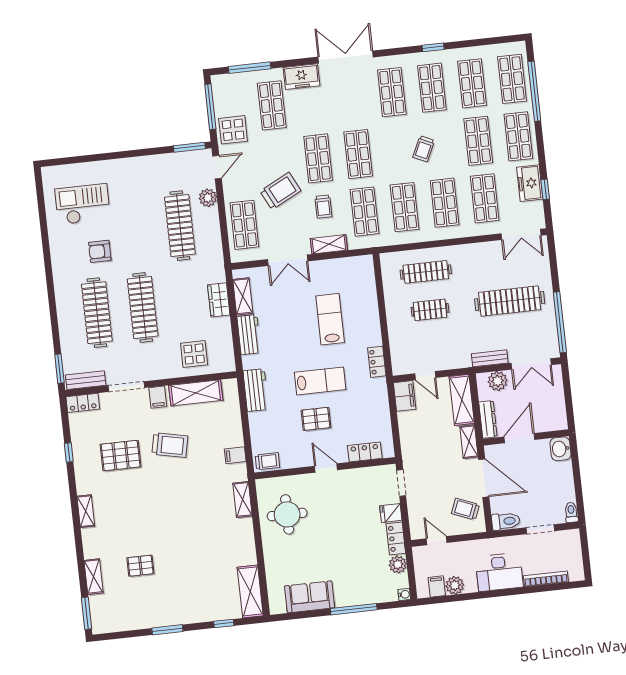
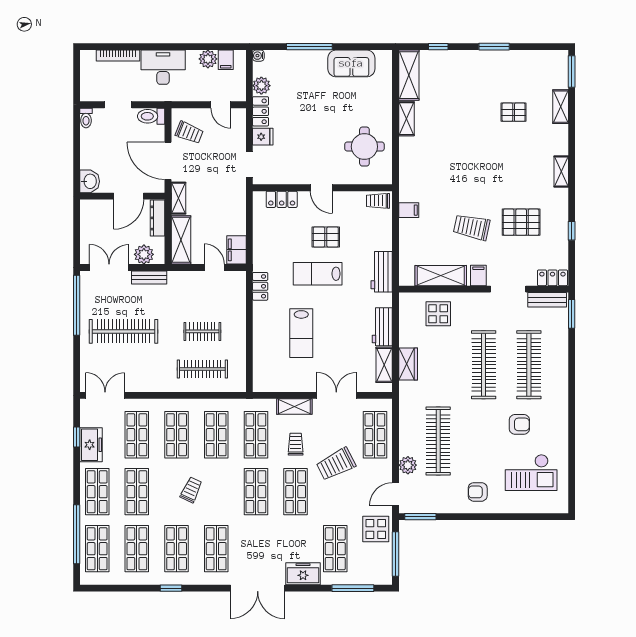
armchair: (134, 179) -> (478, 492), added
shelving: (242, 499) -> (407, 119), moved

